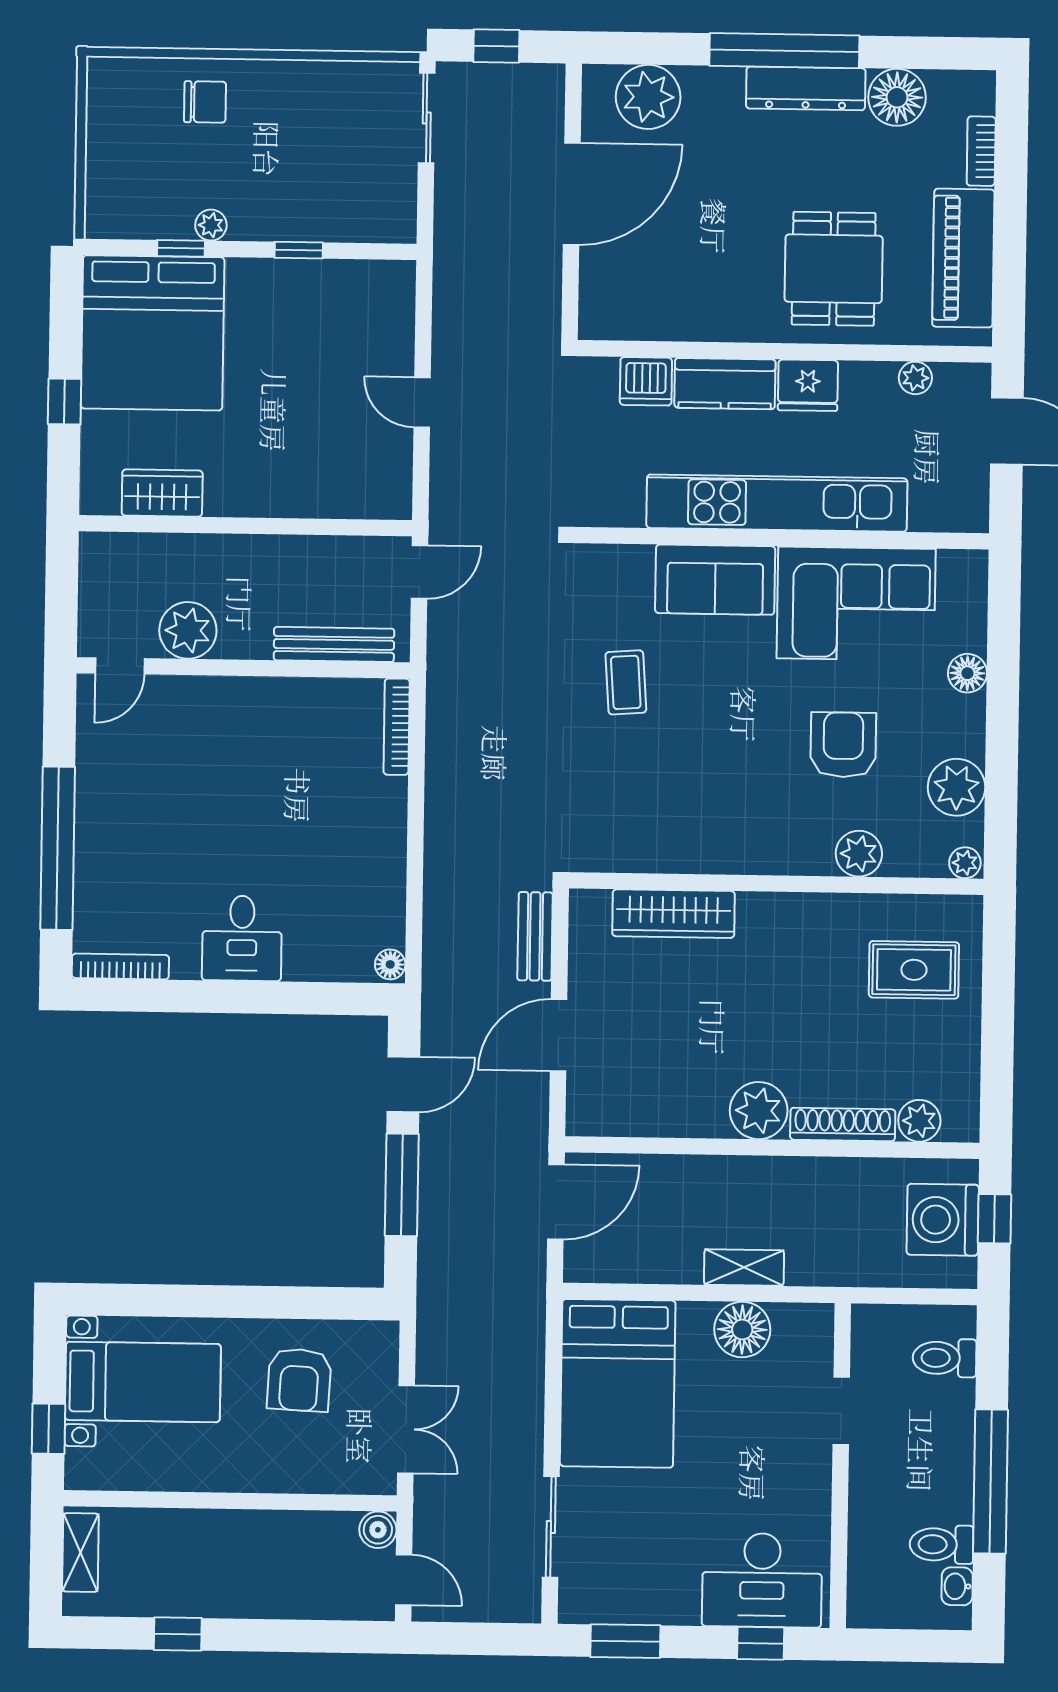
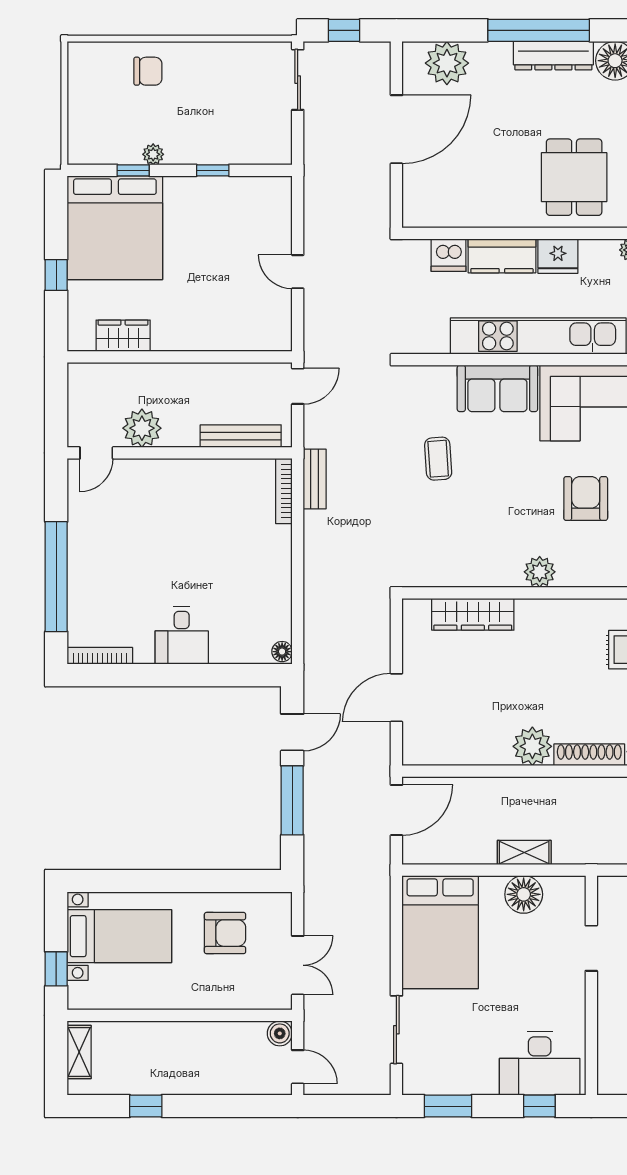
plant: (859, 854) -> (540, 572), moved
bench: (535, 936) -> (315, 479), moved
armchair: (299, 1380) -> (225, 933), turned -93

